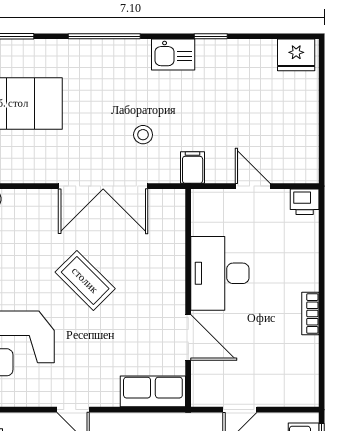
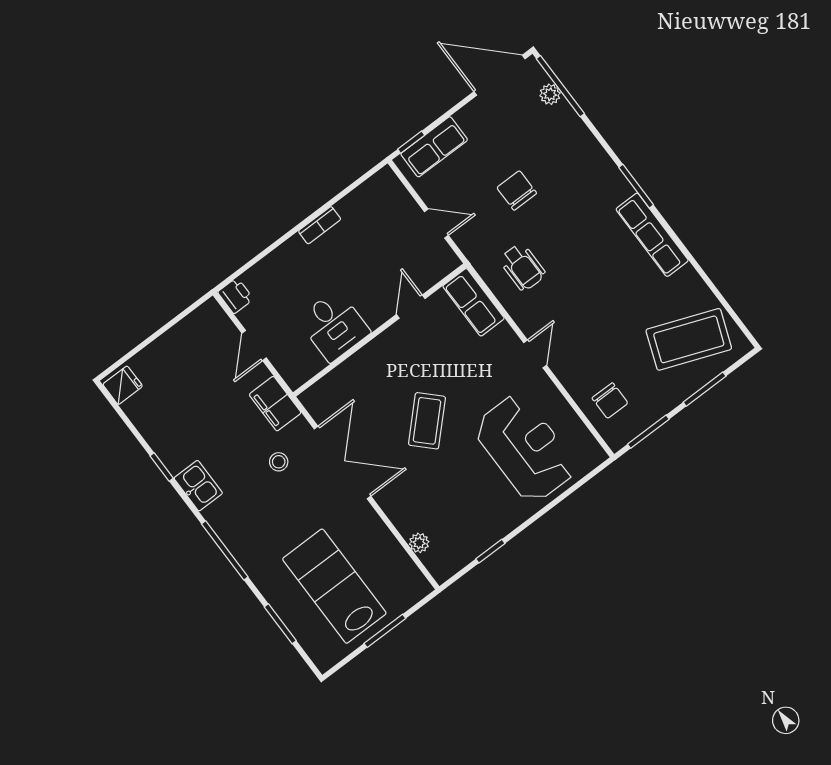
fridge: (296, 55) -> (123, 385), width x0.72
filing cabinet: (193, 168) -> (275, 404), width x2.00
desk: (220, 273) -> (334, 326), width x0.73
door: (188, 338) -> (411, 307), width x0.73

